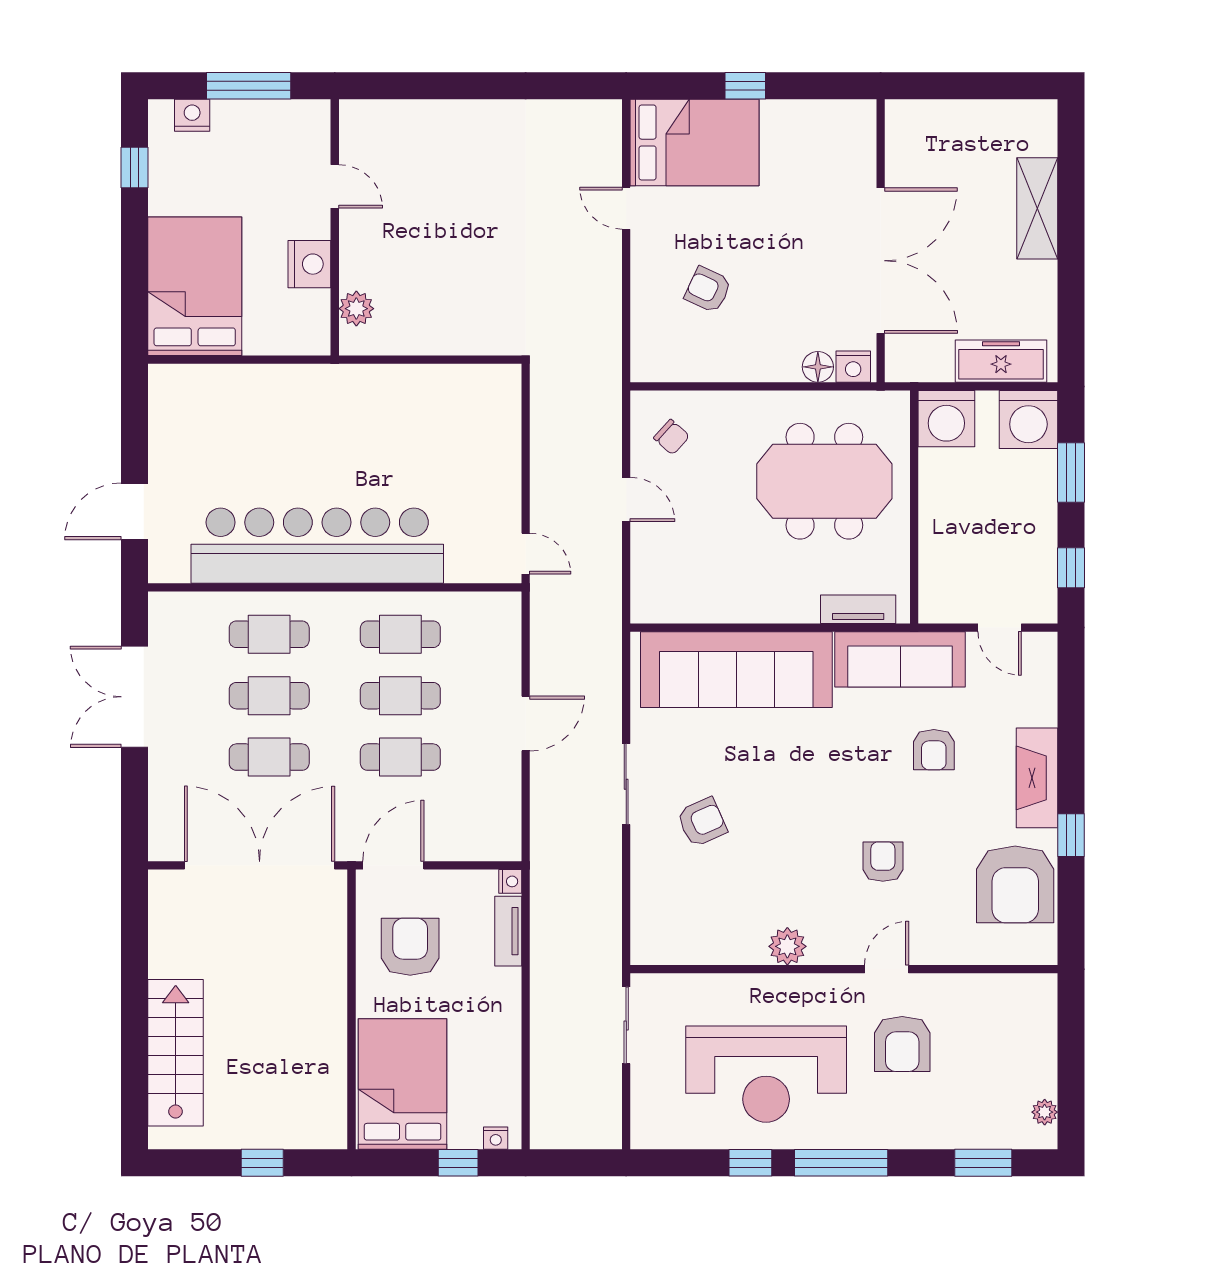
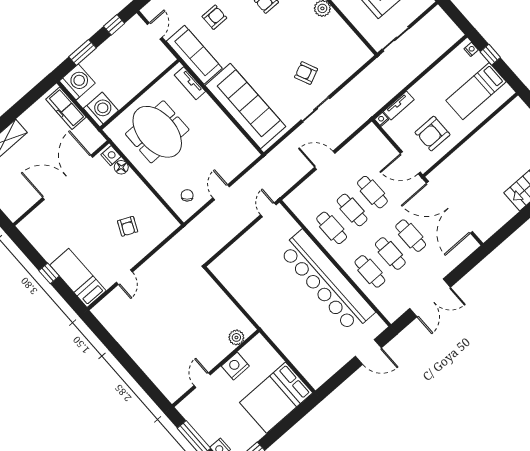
bed: (695, 143) -> (78, 278), width x0.67
bed: (403, 1084) -> (476, 91), width x0.67

